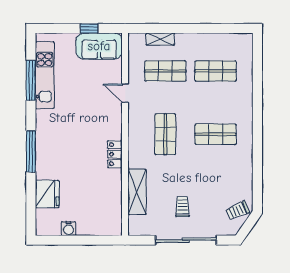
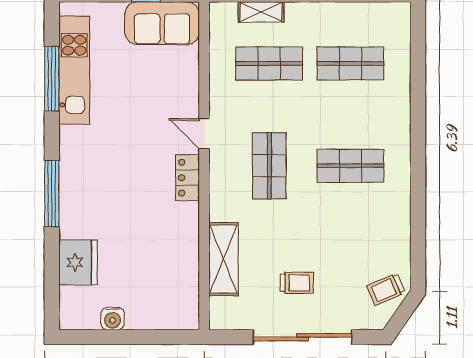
door: (125, 93) -> (204, 134), moved
locker: (115, 154) -> (188, 178), moved
trolley: (182, 207) -> (297, 283), turned 90

